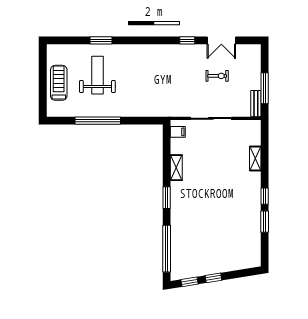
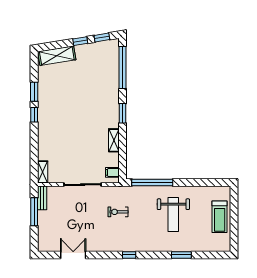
window: (187, 40) -> (129, 255), moved
weight bench: (97, 75) -> (173, 214), moved
exercise bike: (217, 76) -> (118, 212), moved
window: (98, 121) -> (152, 183), moved
shelving: (255, 158) -> (43, 172), moved
shelving: (240, 262) -> (57, 56), added

